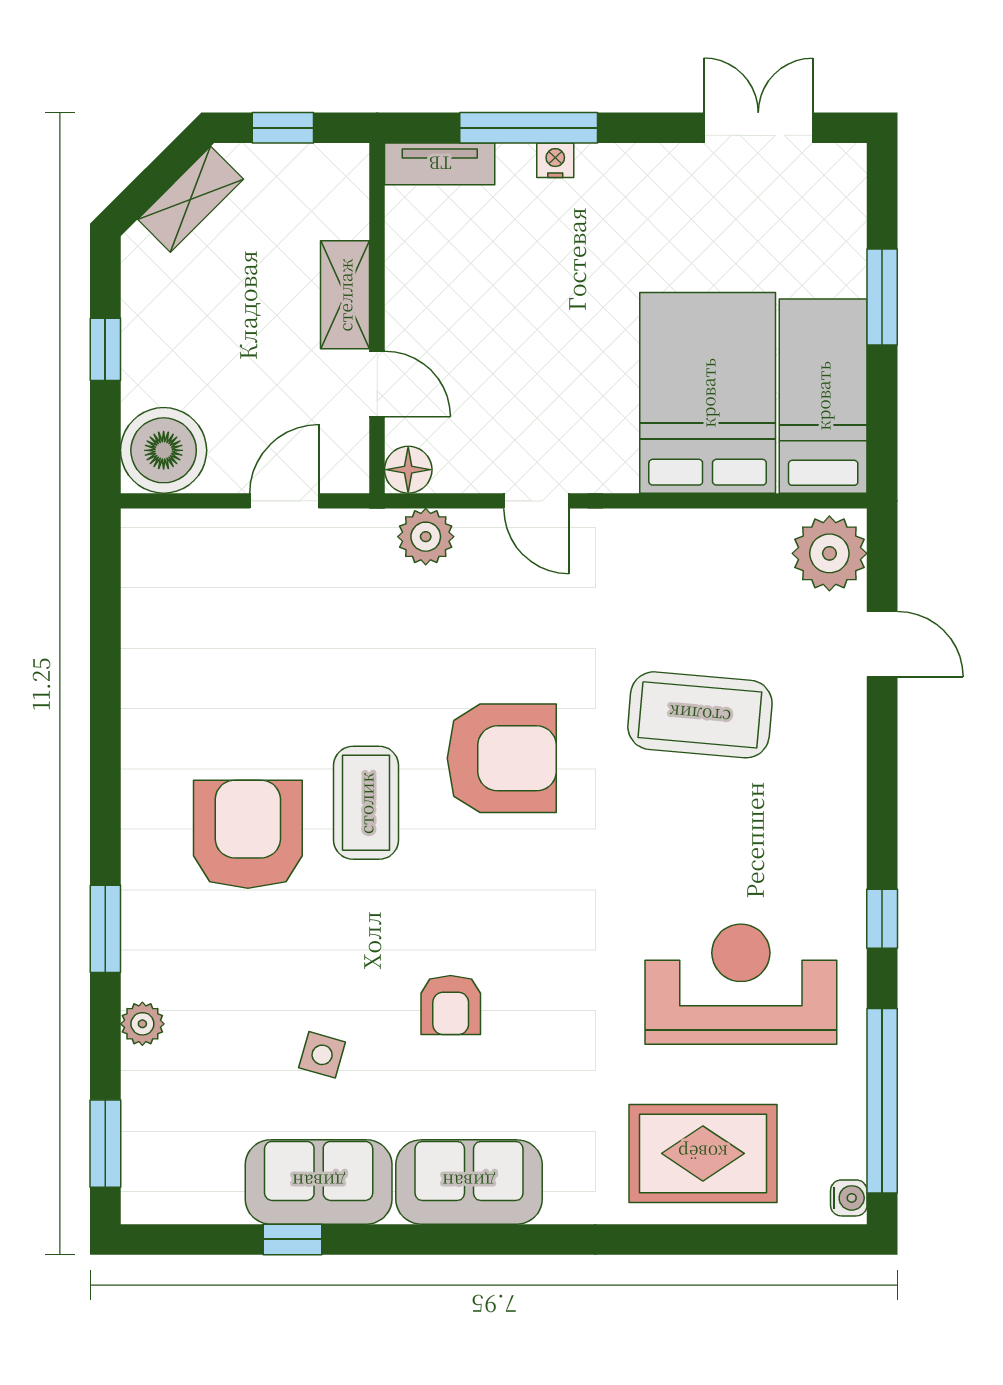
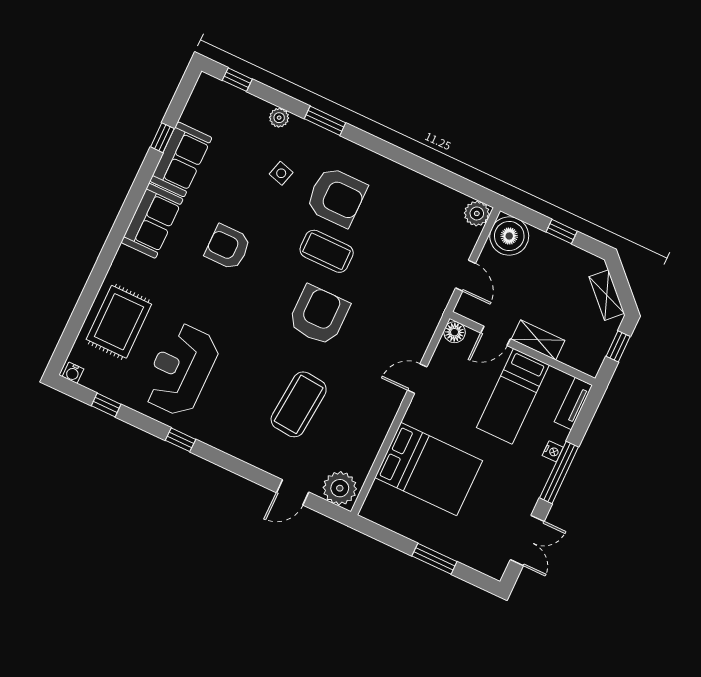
window: (529, 128) -> (559, 472), moved
bed: (823, 396) -> (513, 396), moved, turned 90
plant: (426, 537) -> (477, 213), moved
armchair: (502, 758) -> (319, 315), turned 180
reception desk: (741, 984) -> (181, 370), turned 180
armchair: (451, 1005) -> (228, 247), width x1.38, depth x1.38
side table: (322, 1055) -> (281, 173), moved
window: (882, 1101) -> (106, 405), width x0.32
window: (105, 1144) -> (237, 80), width x0.67

